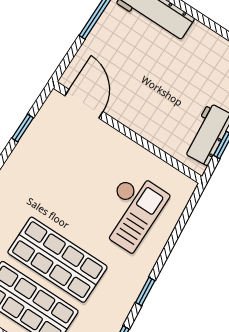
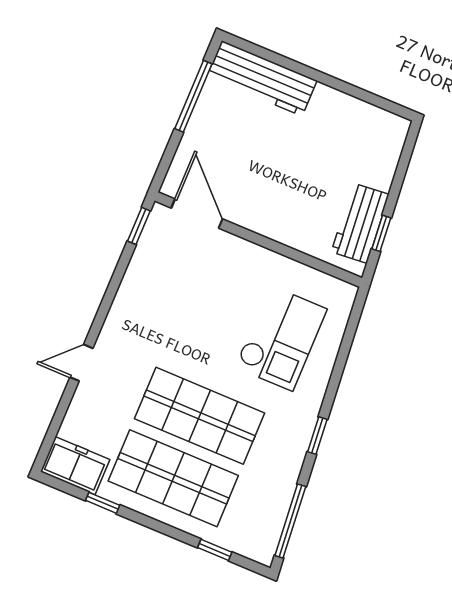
window: (23, 128) -> (139, 226), moved

